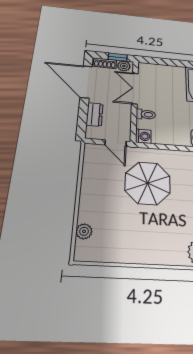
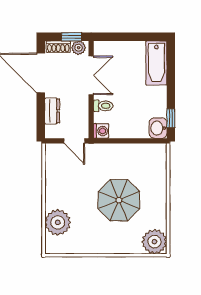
double door: (135, 88) -> (91, 75), swing flipped
parasol: (148, 183) -> (119, 200), moved
plant: (84, 231) -> (58, 222), width x1.87, depth x1.87

